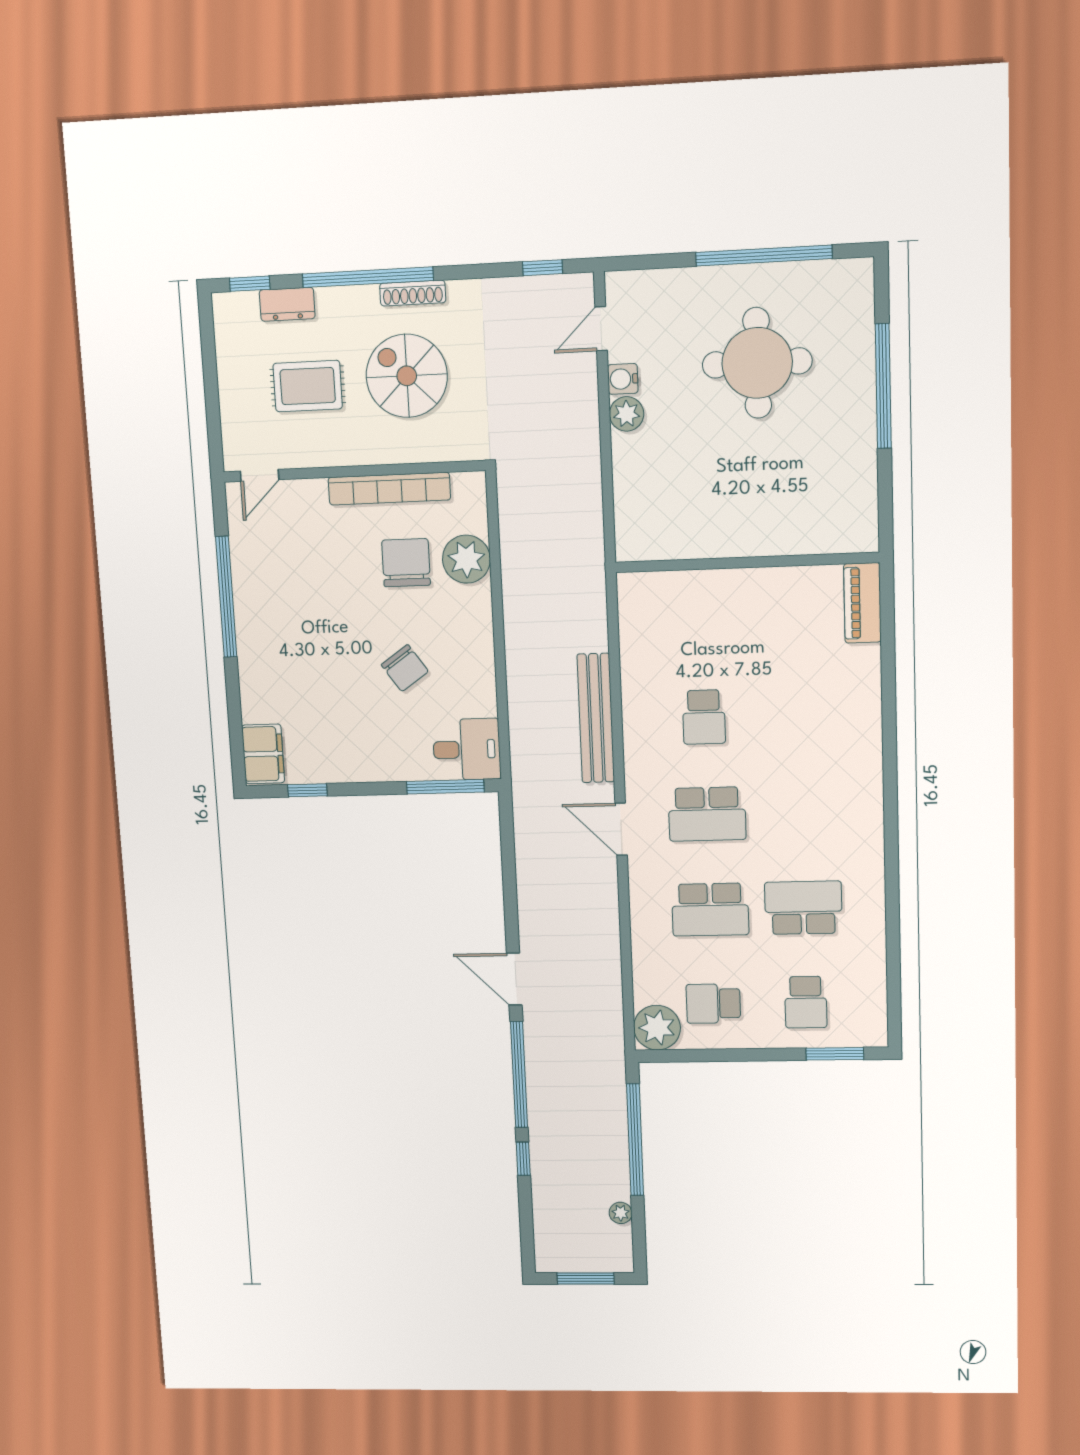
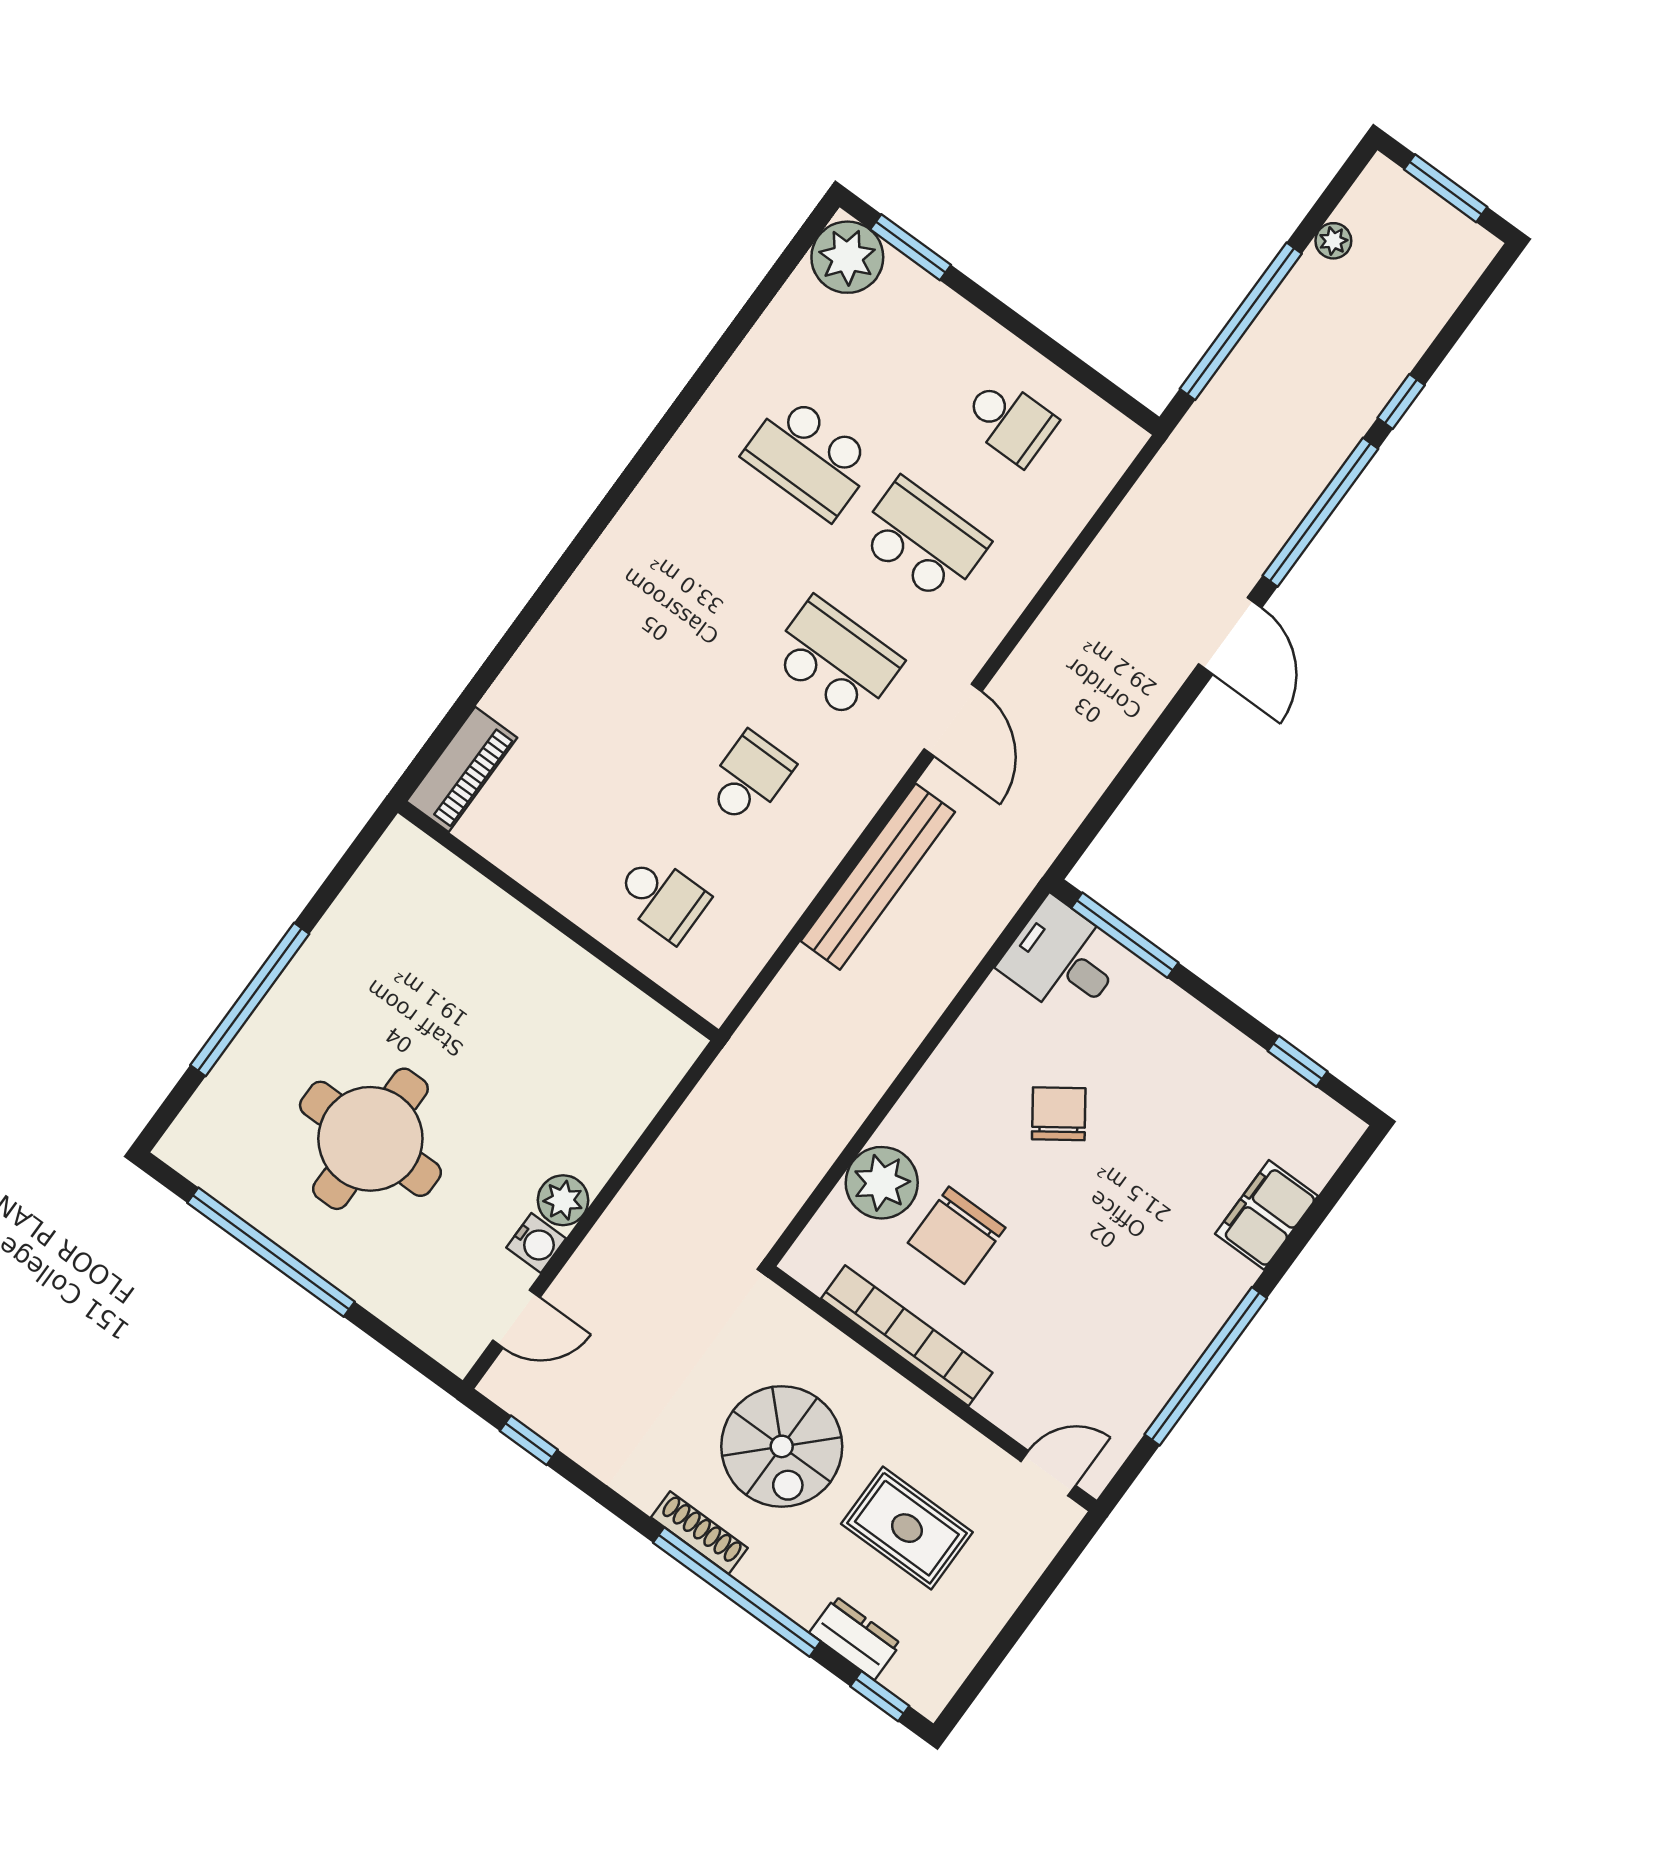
filing cabinet: (263, 754) -> (1266, 1215), moved
school desk: (806, 1002) -> (662, 898), moved, turned 90
plant: (657, 1028) -> (847, 257), moved

